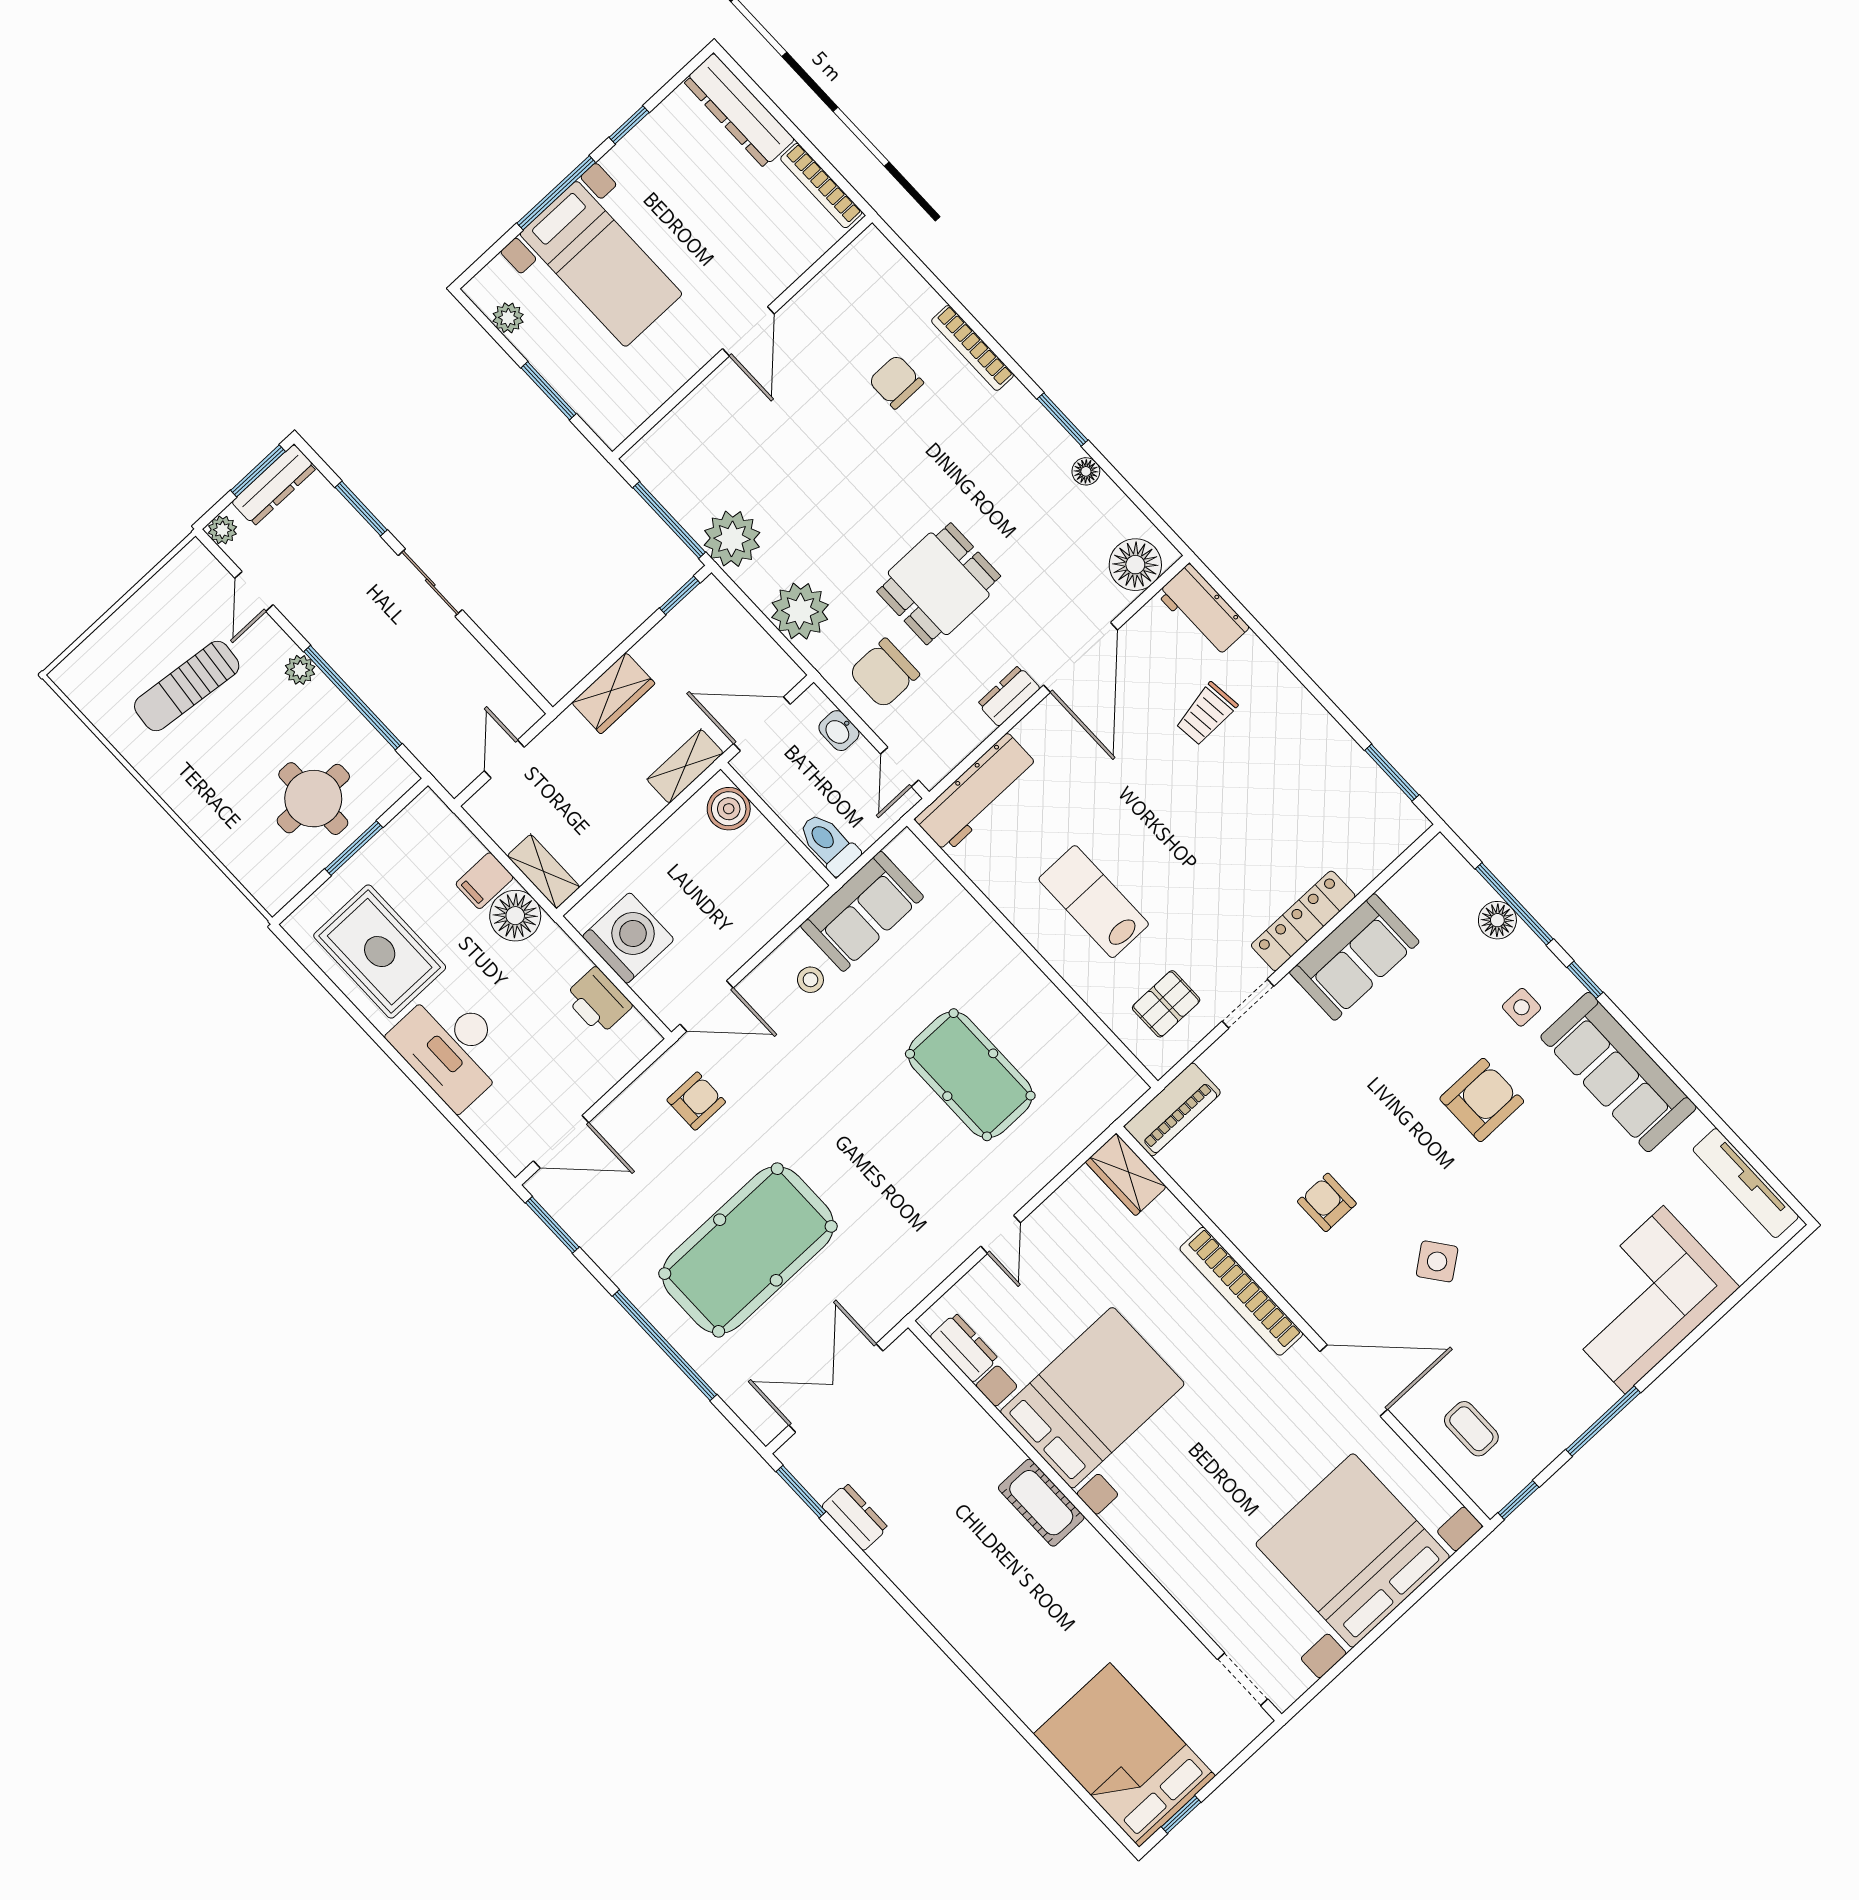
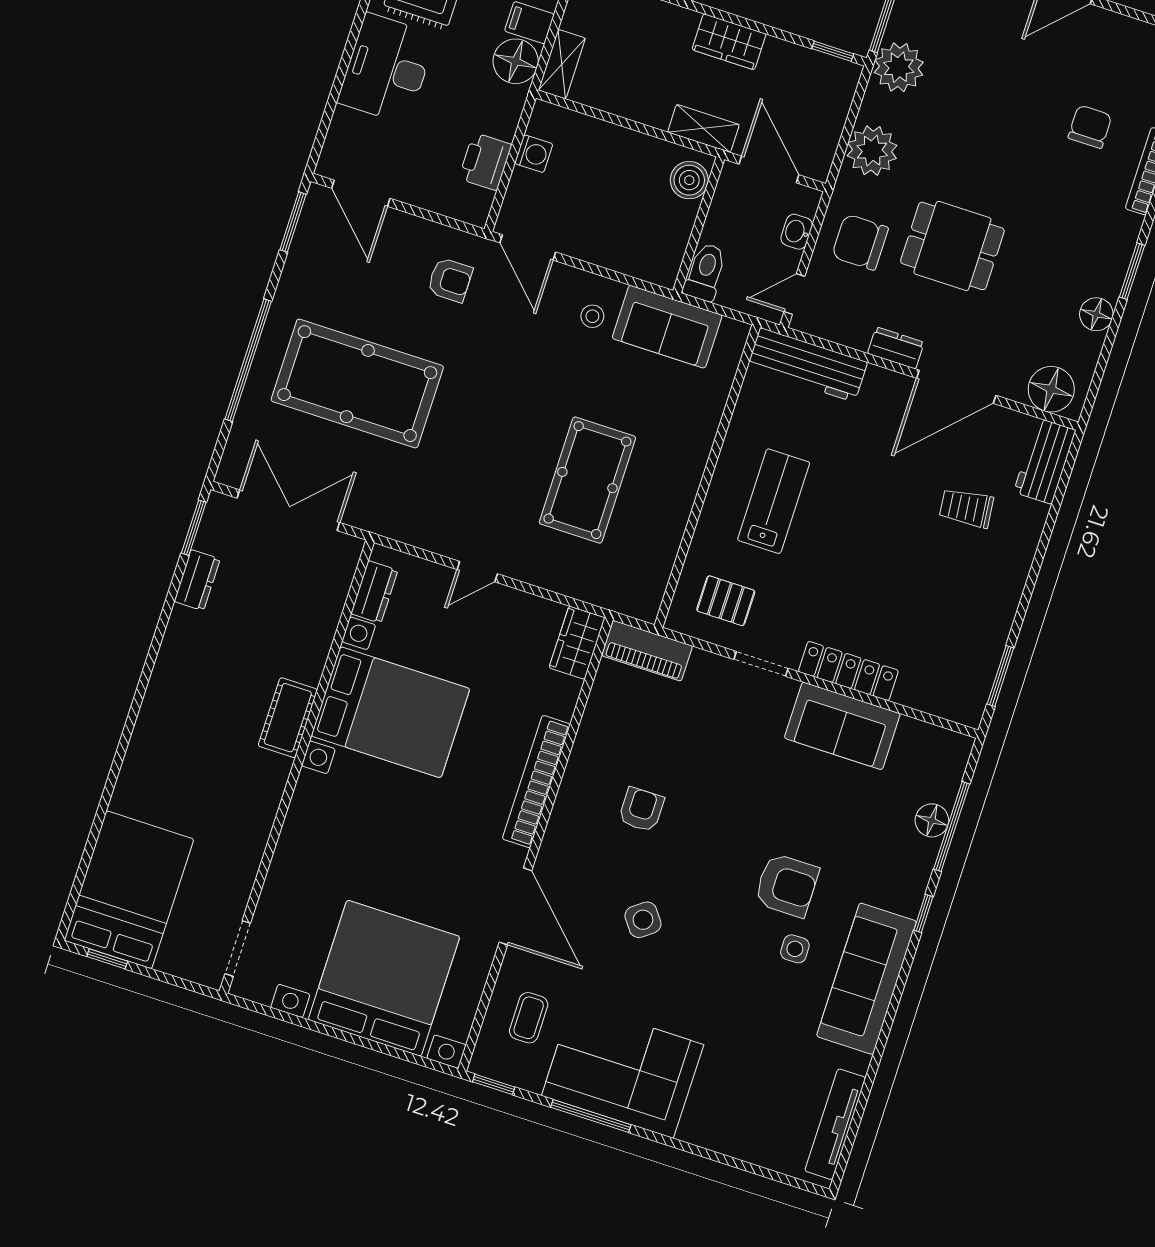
floor lamp: (1086, 471) -> (1096, 314), width x1.37, depth x1.37
washing machine: (628, 938) -> (534, 154), width x0.53, depth x0.53
side table: (1522, 1007) -> (795, 949), moved
corner sofa: (1644, 1300) -> (623, 1070), moved

